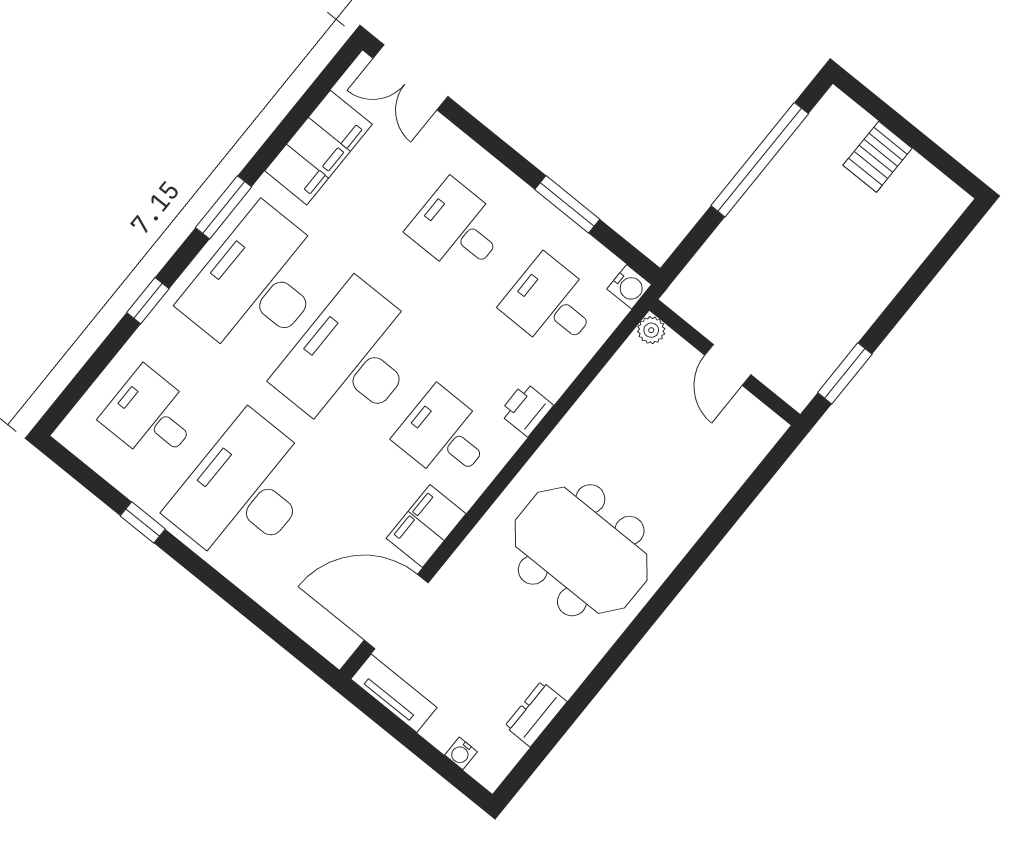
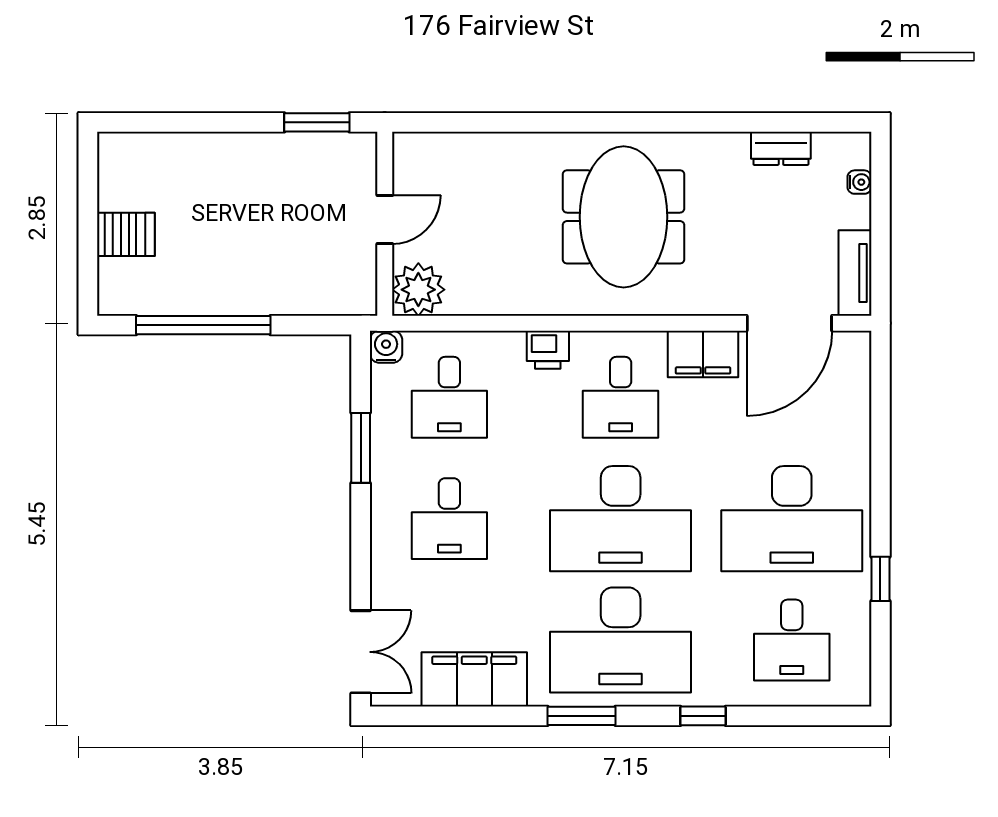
plant: (651, 330) -> (418, 290), width x1.88, depth x1.88
door: (396, 612) -> (789, 323), hinge flipped

